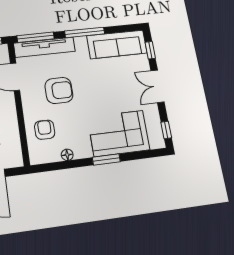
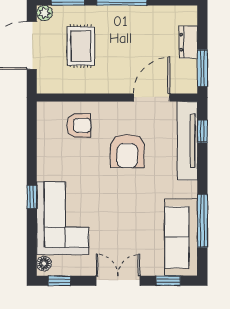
window: (85, 32) -> (202, 221), moved
window: (36, 37) -> (202, 131), width x0.46
floor lamp: (67, 155) -> (44, 264), moved
window: (106, 160) -> (32, 197), width x0.67

